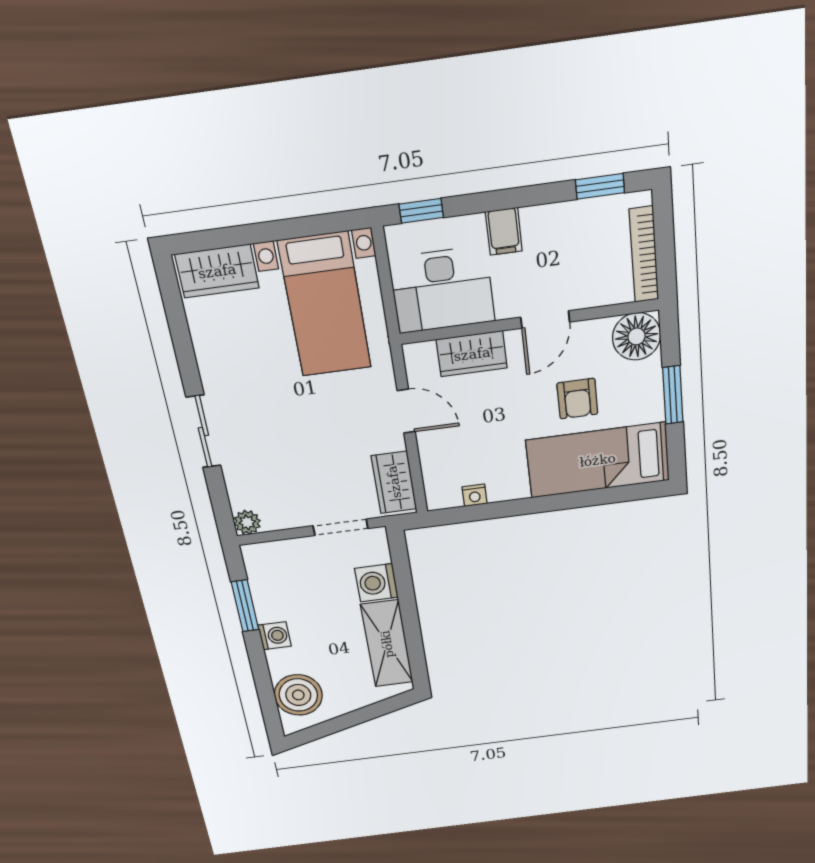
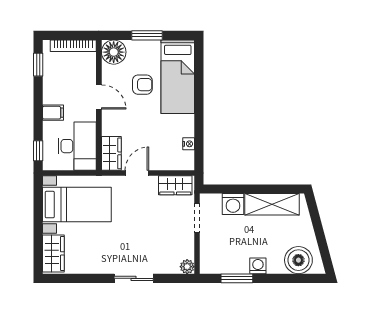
wardrobe: (472, 354) -> (111, 153), moved

